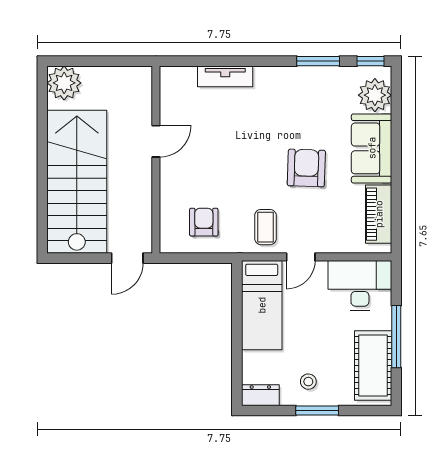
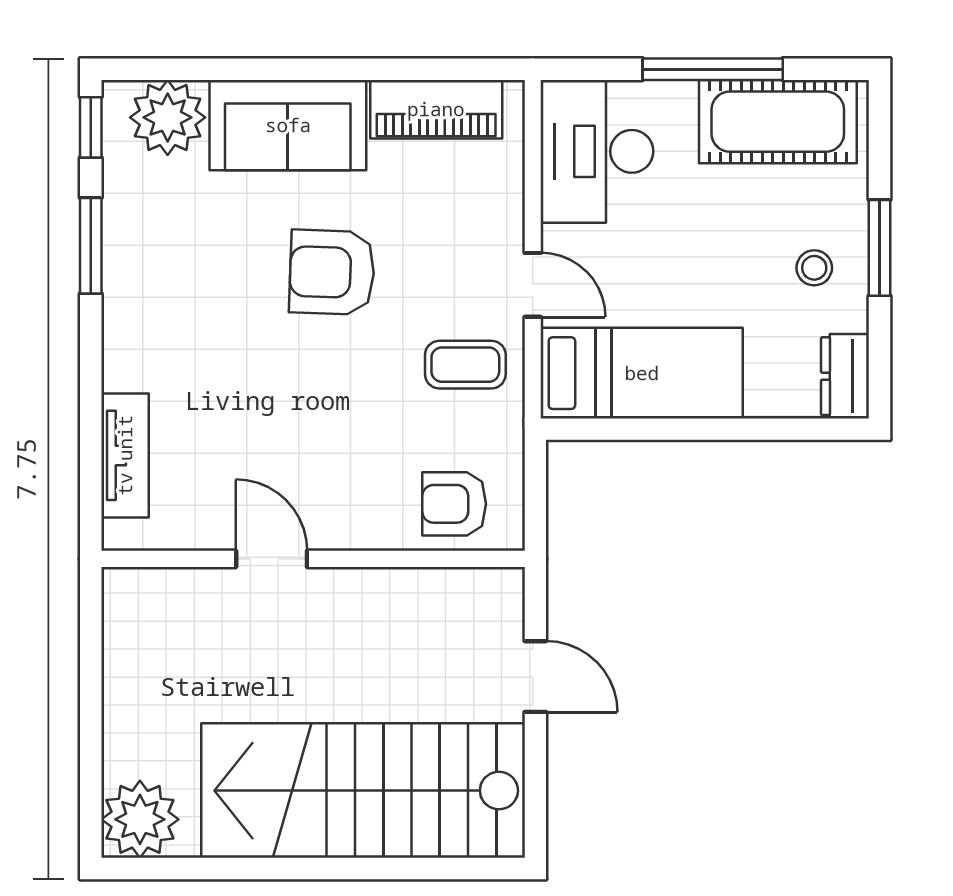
door: (156, 141) -> (272, 559), moved
wall: (156, 160) -> (313, 559), moved

